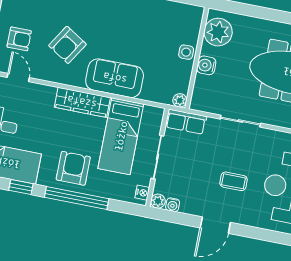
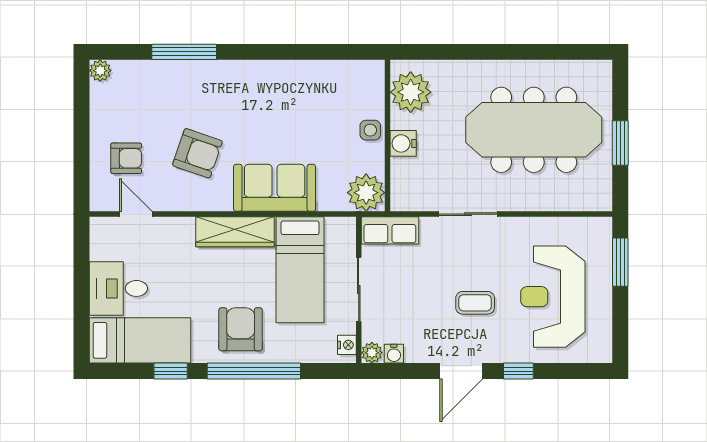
armchair: (67, 45) -> (197, 153), turned -103
plant: (180, 100) -> (366, 193), width x1.88, depth x1.88
window: (253, 233) -> (518, 371), added

